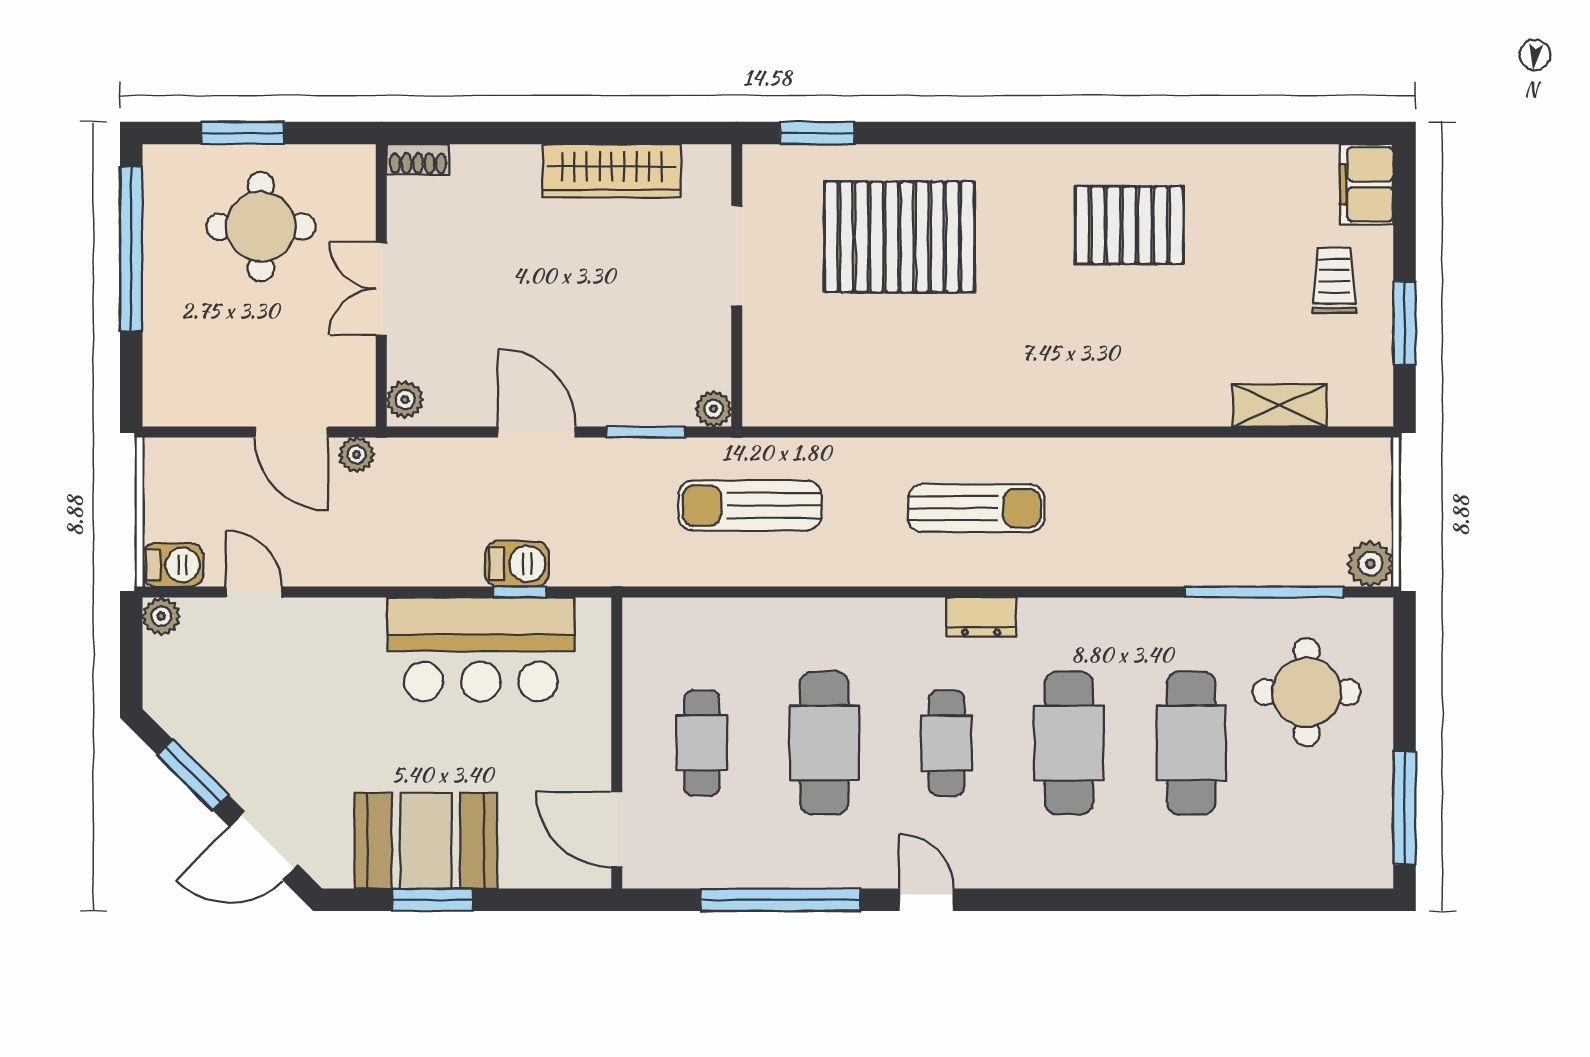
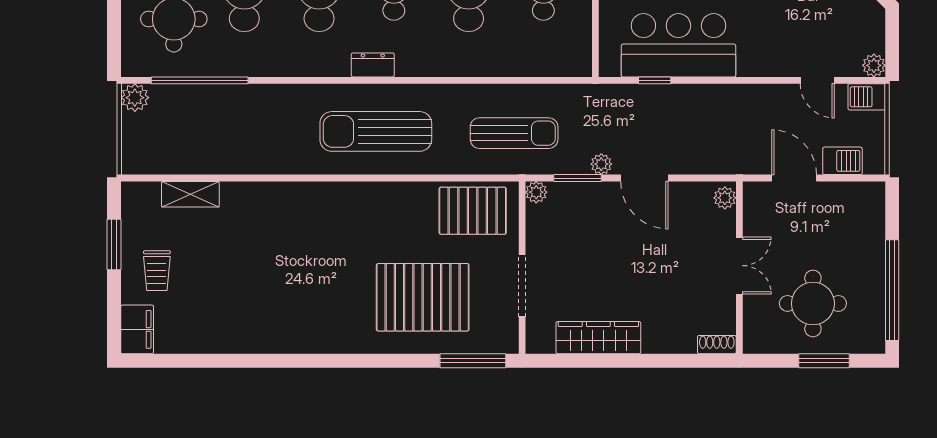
window: (817, 133) -> (473, 361), width x1.44
pallet: (1129, 225) -> (473, 211), moved
plant: (357, 455) -> (601, 164), moved
sun lounger: (976, 508) -> (376, 131), width x1.36, depth x1.34
barbecue: (517, 564) -> (842, 161), moved, turned 180

